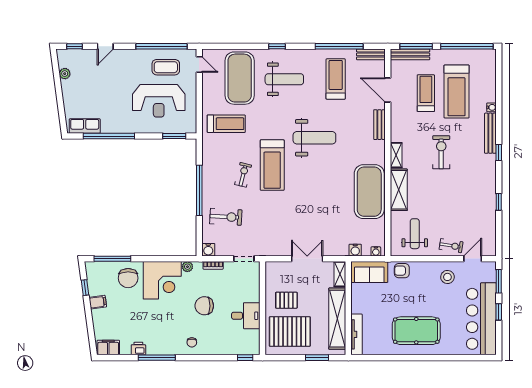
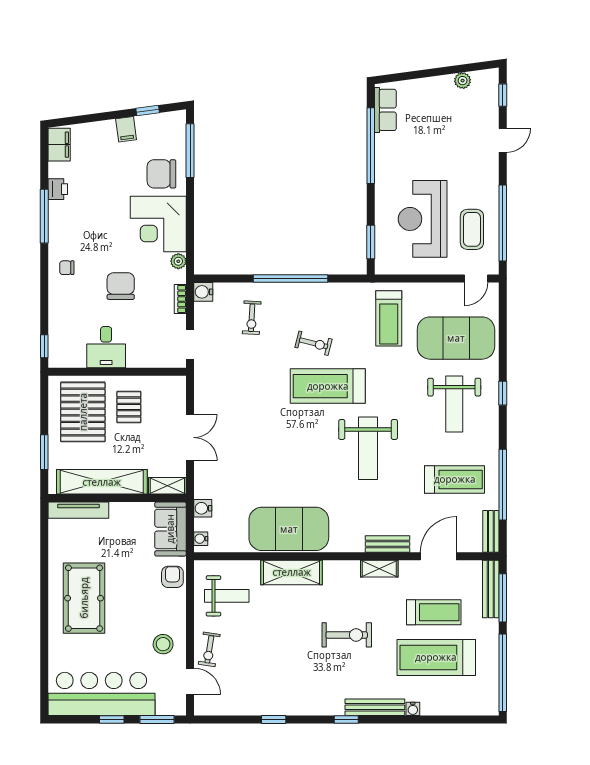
door: (105, 46) -> (503, 140), swing flipped
shelving: (396, 155) -> (379, 569), moved
exercise bike: (226, 217) -> (252, 318), width x0.73, depth x0.72

